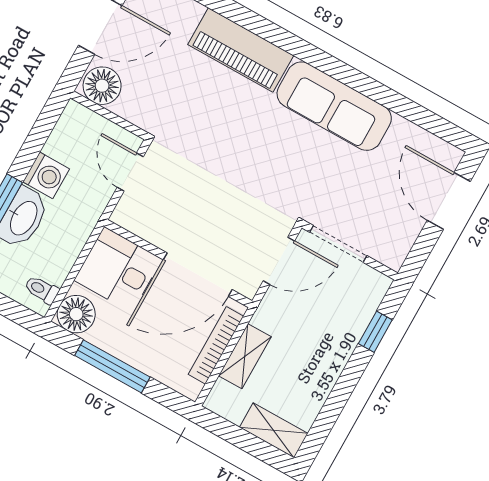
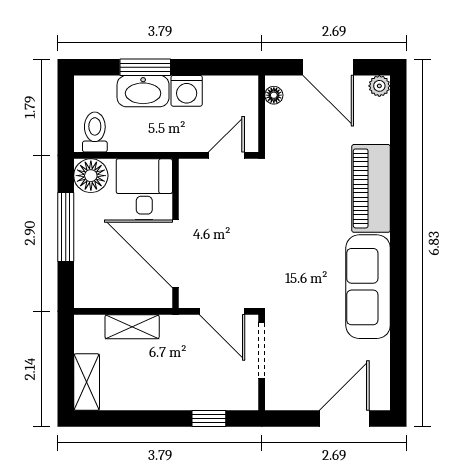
floor lamp: (102, 86) -> (274, 95), width x0.53, depth x0.53
toilet: (42, 290) -> (95, 132), width x1.37, depth x1.39
bookcase: (216, 345) -> (128, 299), removed

